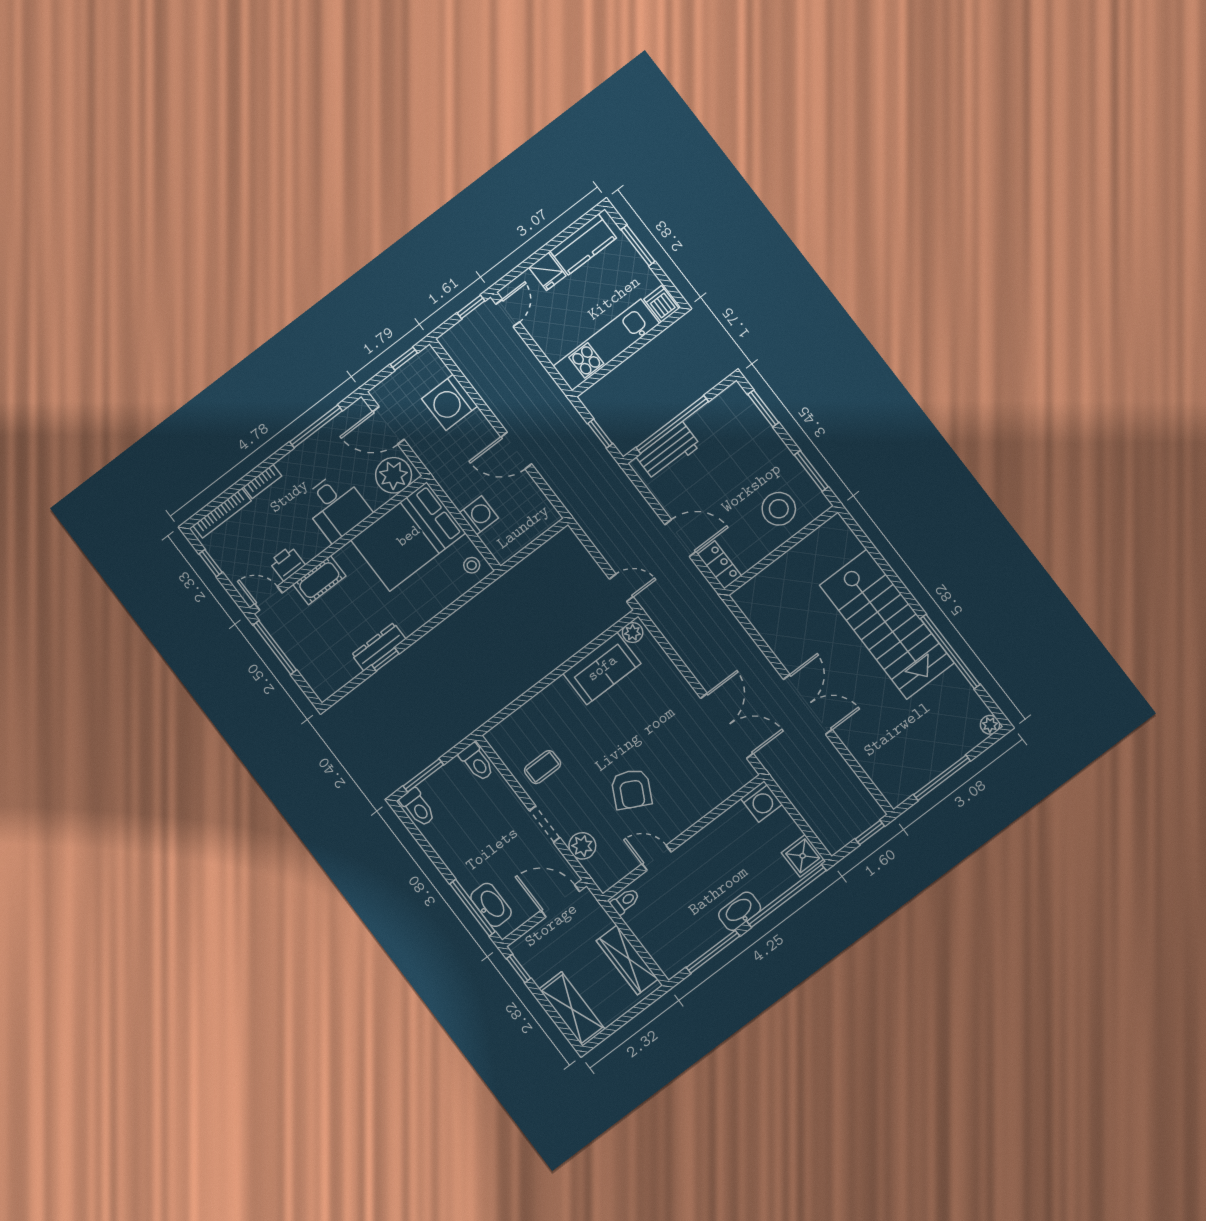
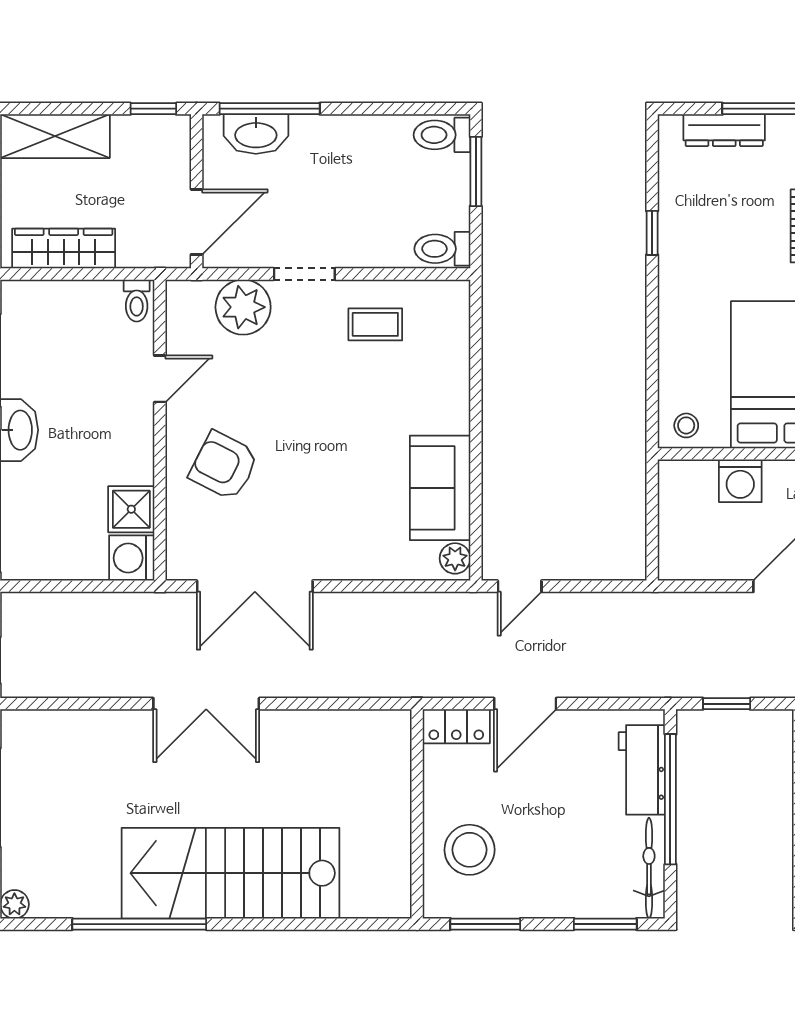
bicycle: (717, 408) -> (649, 868), added
dresser: (379, 647) -> (724, 130), moved, turned 90
coffee table: (543, 767) -> (375, 324), turned 90
armchair: (631, 789) -> (224, 466), moved
plant: (582, 846) -> (243, 307), width x1.36, depth x1.36
shower: (803, 856) -> (131, 509), moved

